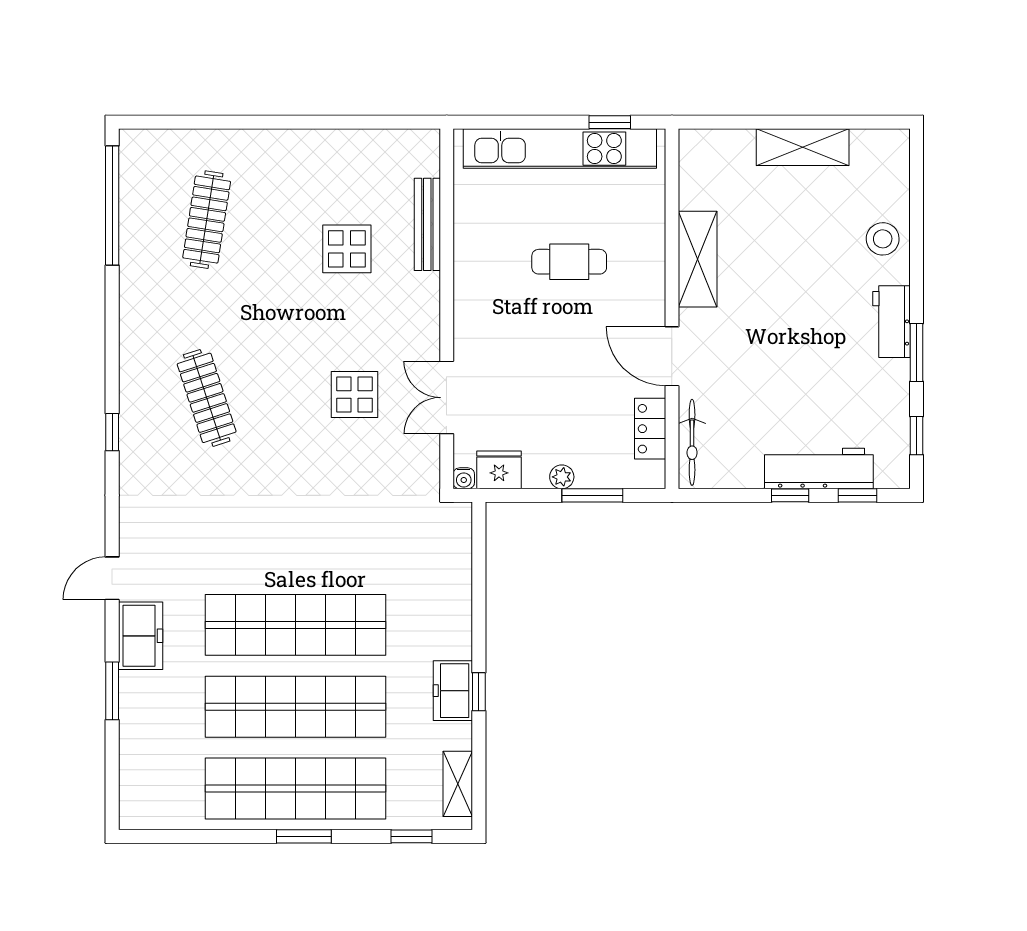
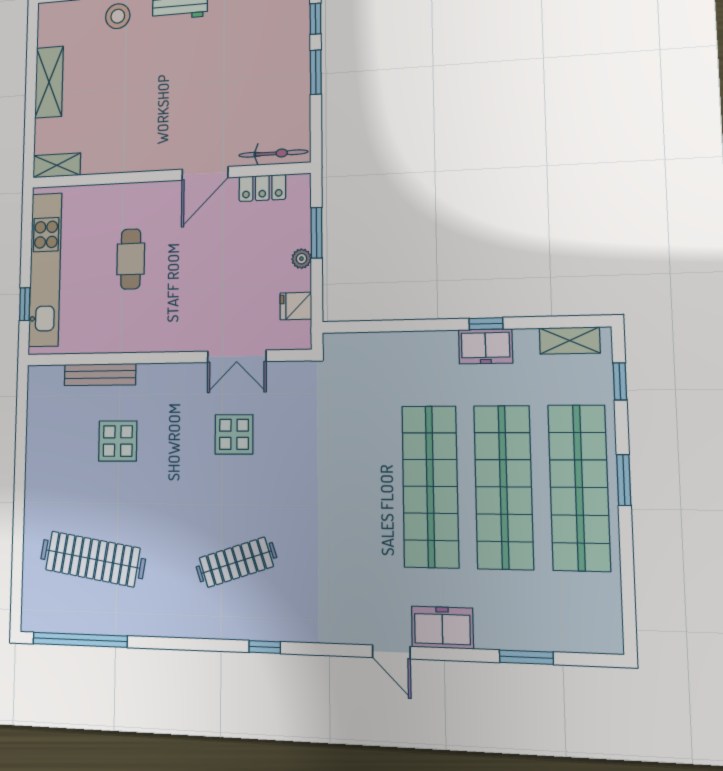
window: (610, 122) -> (25, 304), moved
clothes rail: (207, 220) -> (93, 559), width x1.37, depth x1.31
shelving: (698, 259) -> (57, 165), moved, width x0.67, depth x0.75
workbench: (819, 469) -> (294, 51), removed
fridge: (499, 470) -> (296, 306), width x0.72
water cooler: (464, 478) -> (303, 341), removed
window: (790, 495) -> (316, 72), width x1.50
window: (112, 691) -> (526, 657), moved

